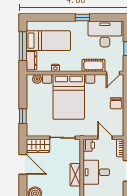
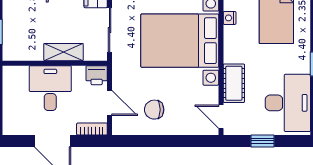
chair: (116, 103) -> (154, 110), moved
door: (105, 138) -> (110, 103), hinge flipped
shelving: (75, 175) -> (63, 52), moved

